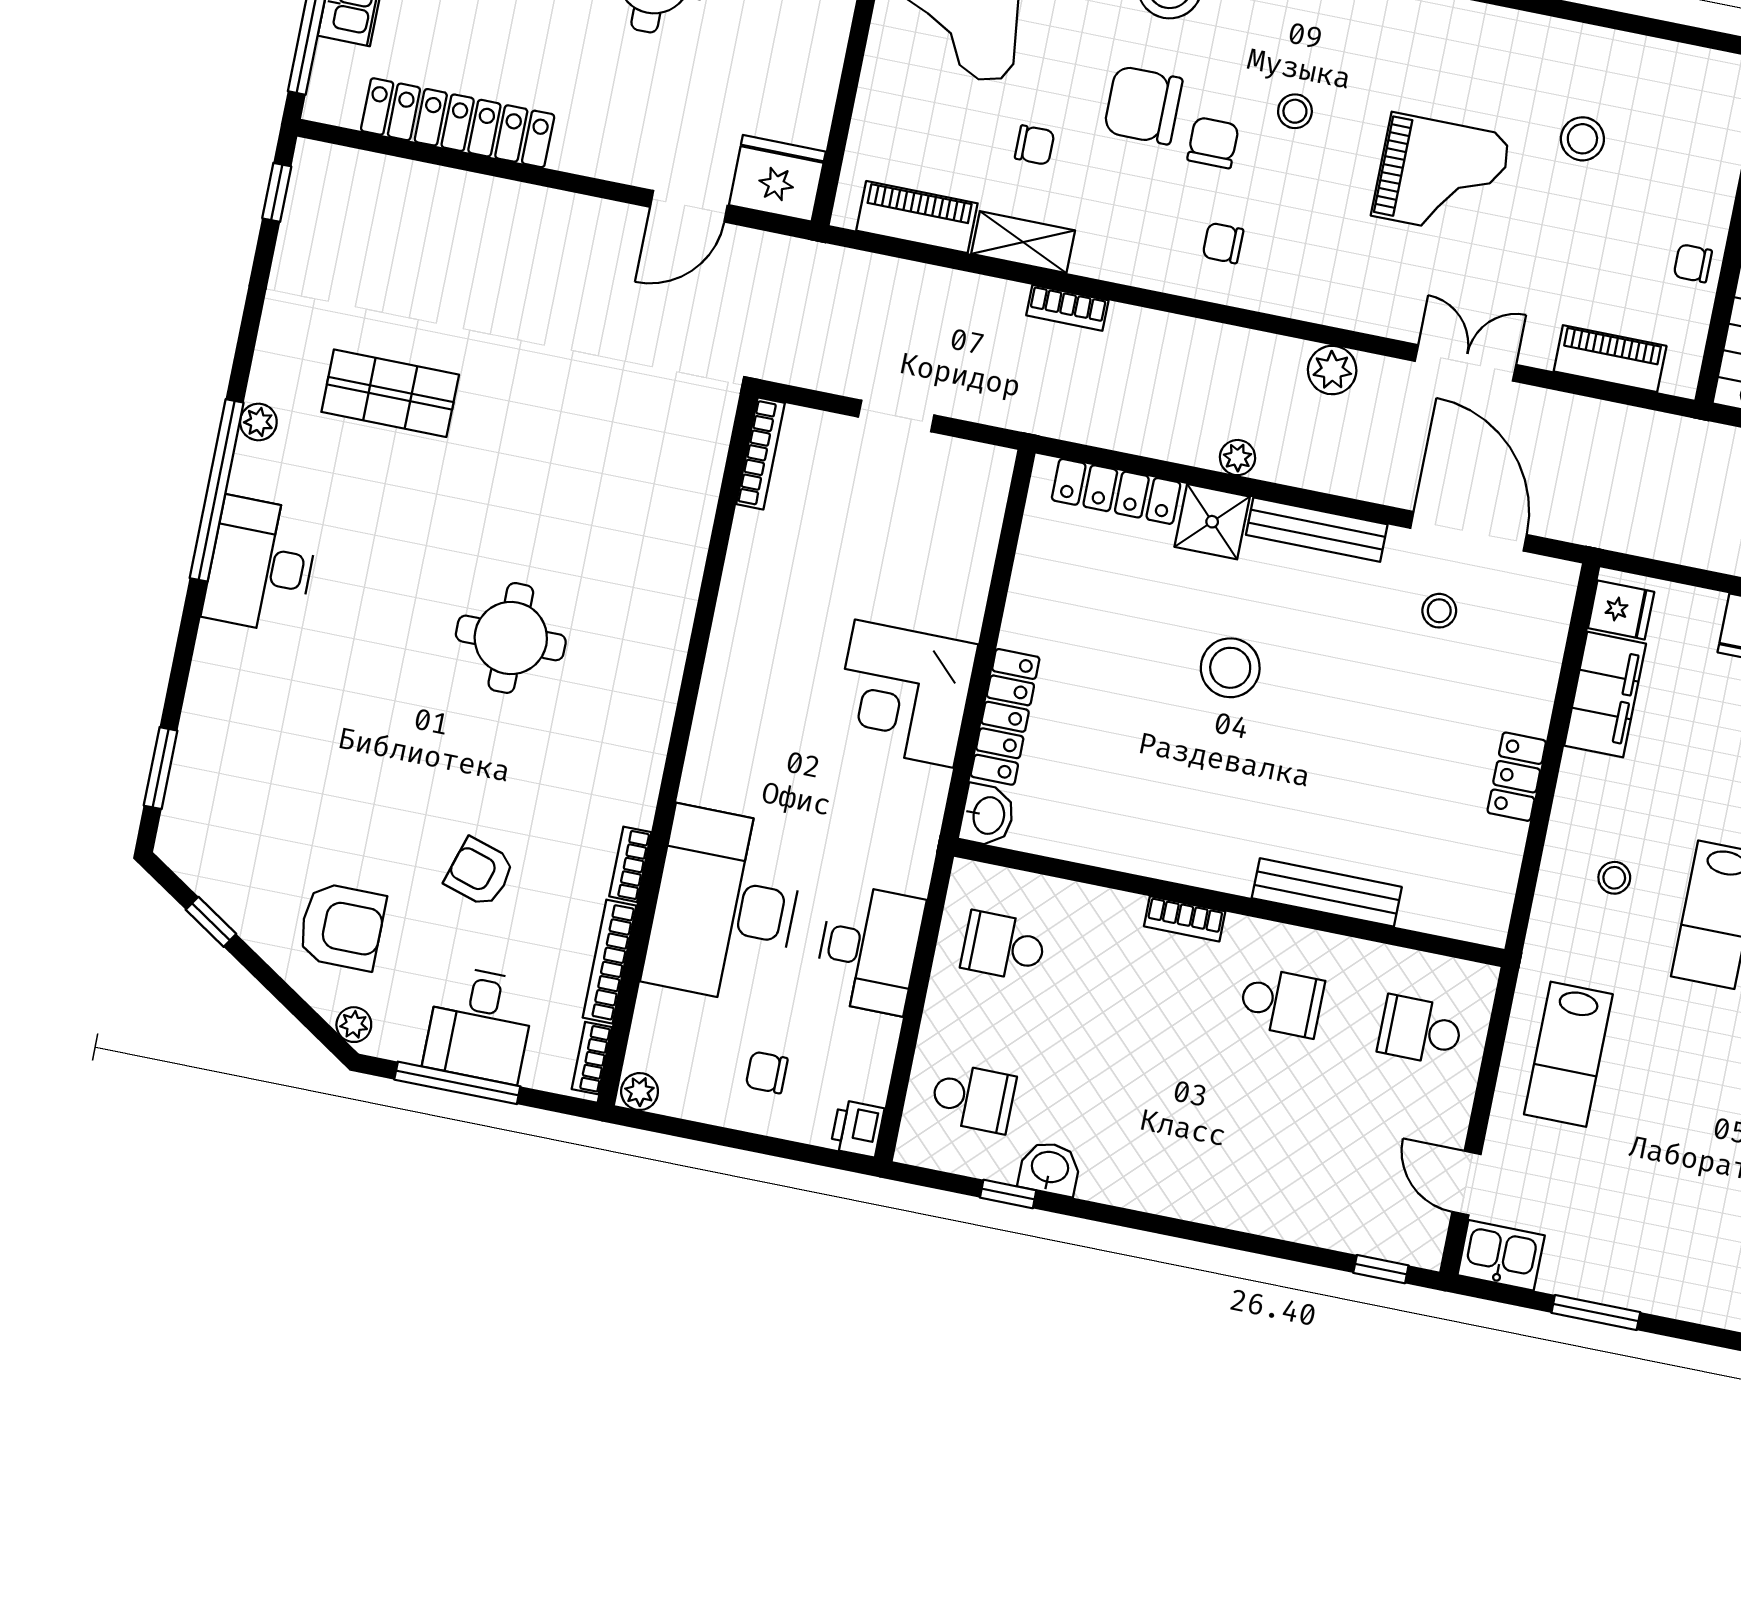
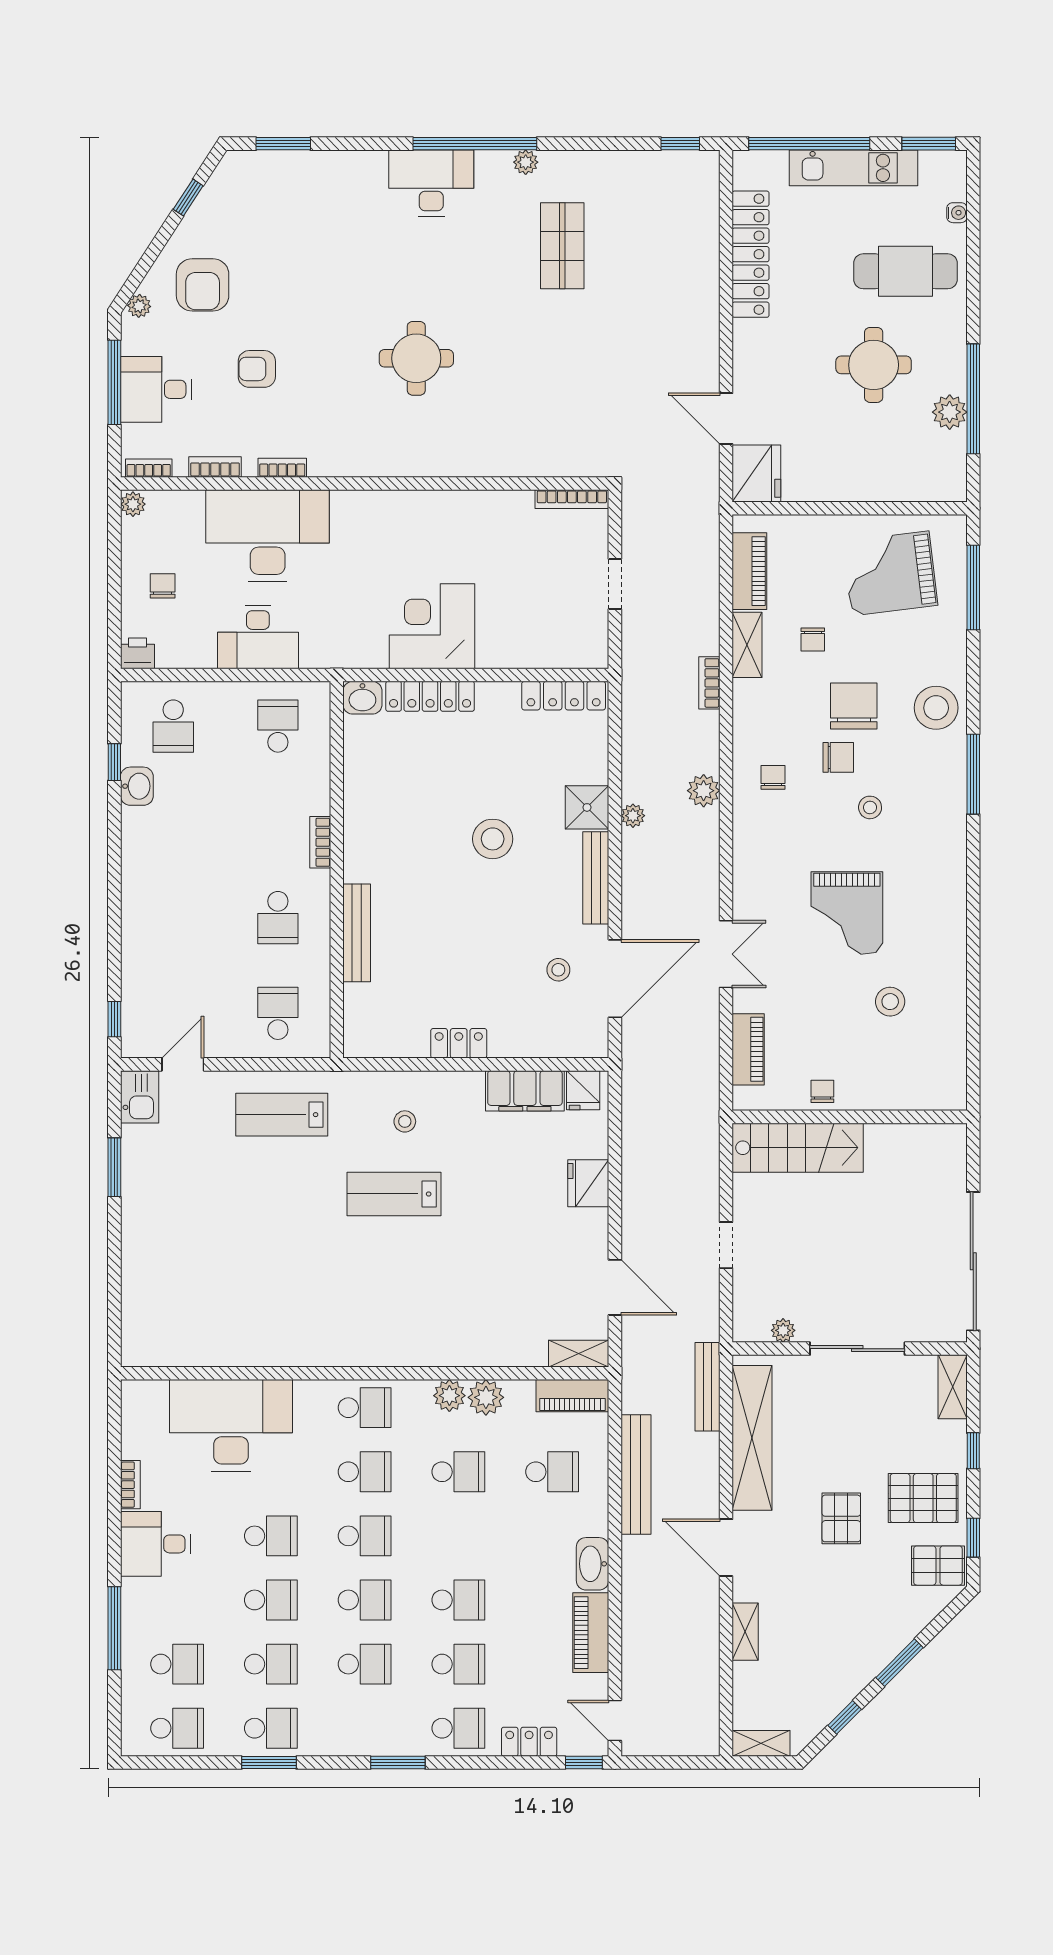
plant: (1332, 370) -> (704, 791), moved
locker: (1116, 491) -> (564, 696), moved, turned -90
armchair: (480, 872) -> (257, 369), turned -107
bookcase: (609, 962) -> (215, 467), width x0.64

